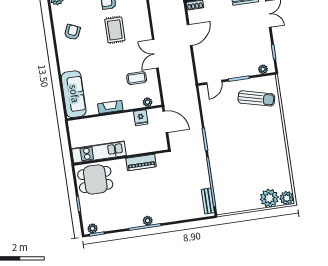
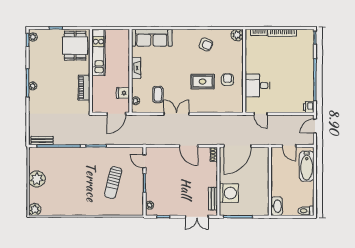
sun lounger: (256, 98) -> (113, 183), moved
plant: (269, 198) -> (37, 179), moved

